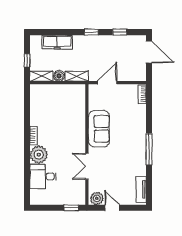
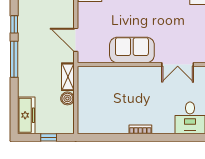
window: (91, 32) -> (14, 59), width x2.17
freezer: (57, 42) -> (26, 115), moved
shelving: (41, 76) -> (68, 120), removed
plant: (39, 155) -> (163, 123), removed

